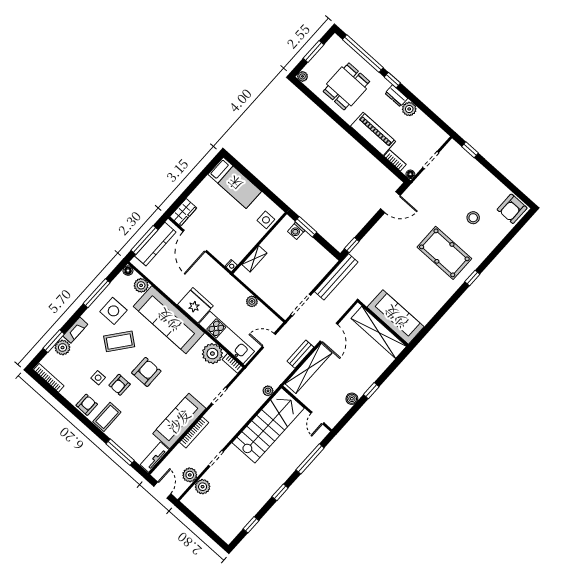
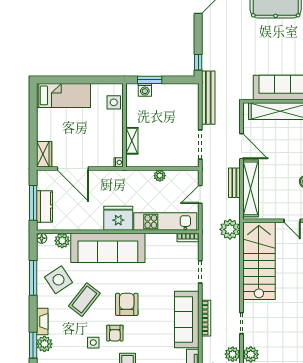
kitchen counter: (155, 244) -> (44, 207), width x0.67
side table: (113, 311) -> (59, 280), turned -34
plant: (212, 354) -> (165, 244), removed
plant: (268, 391) -> (230, 229), width x1.88, depth x1.88

